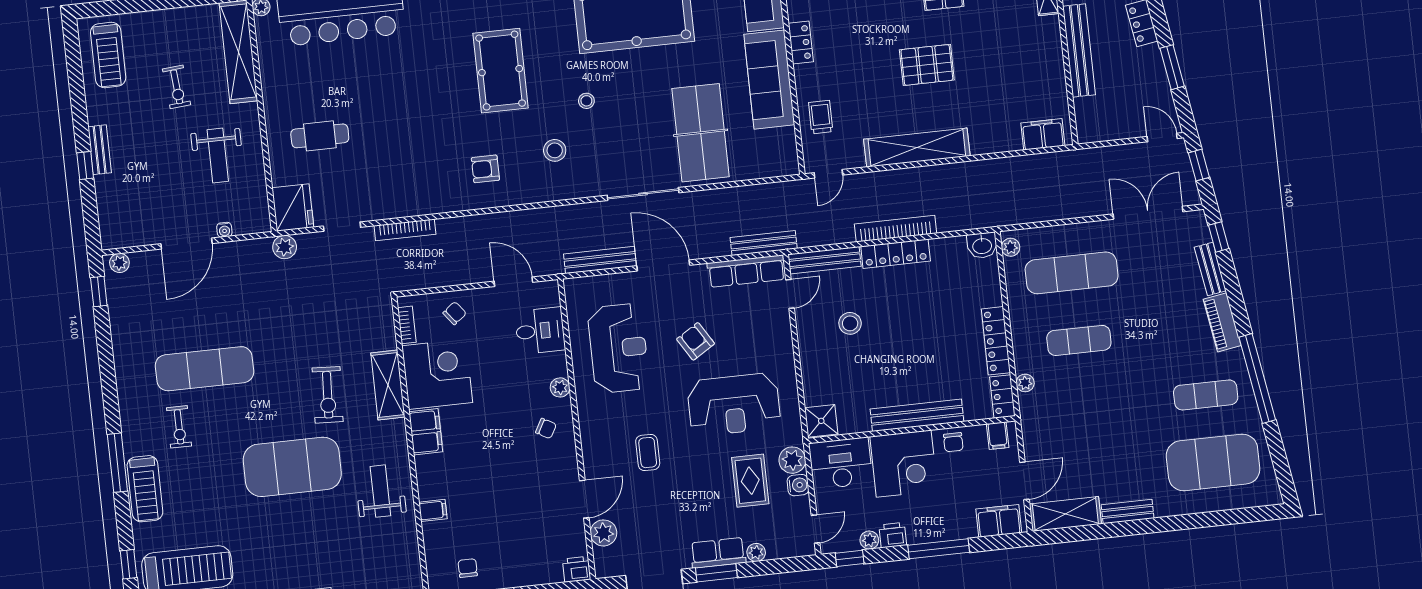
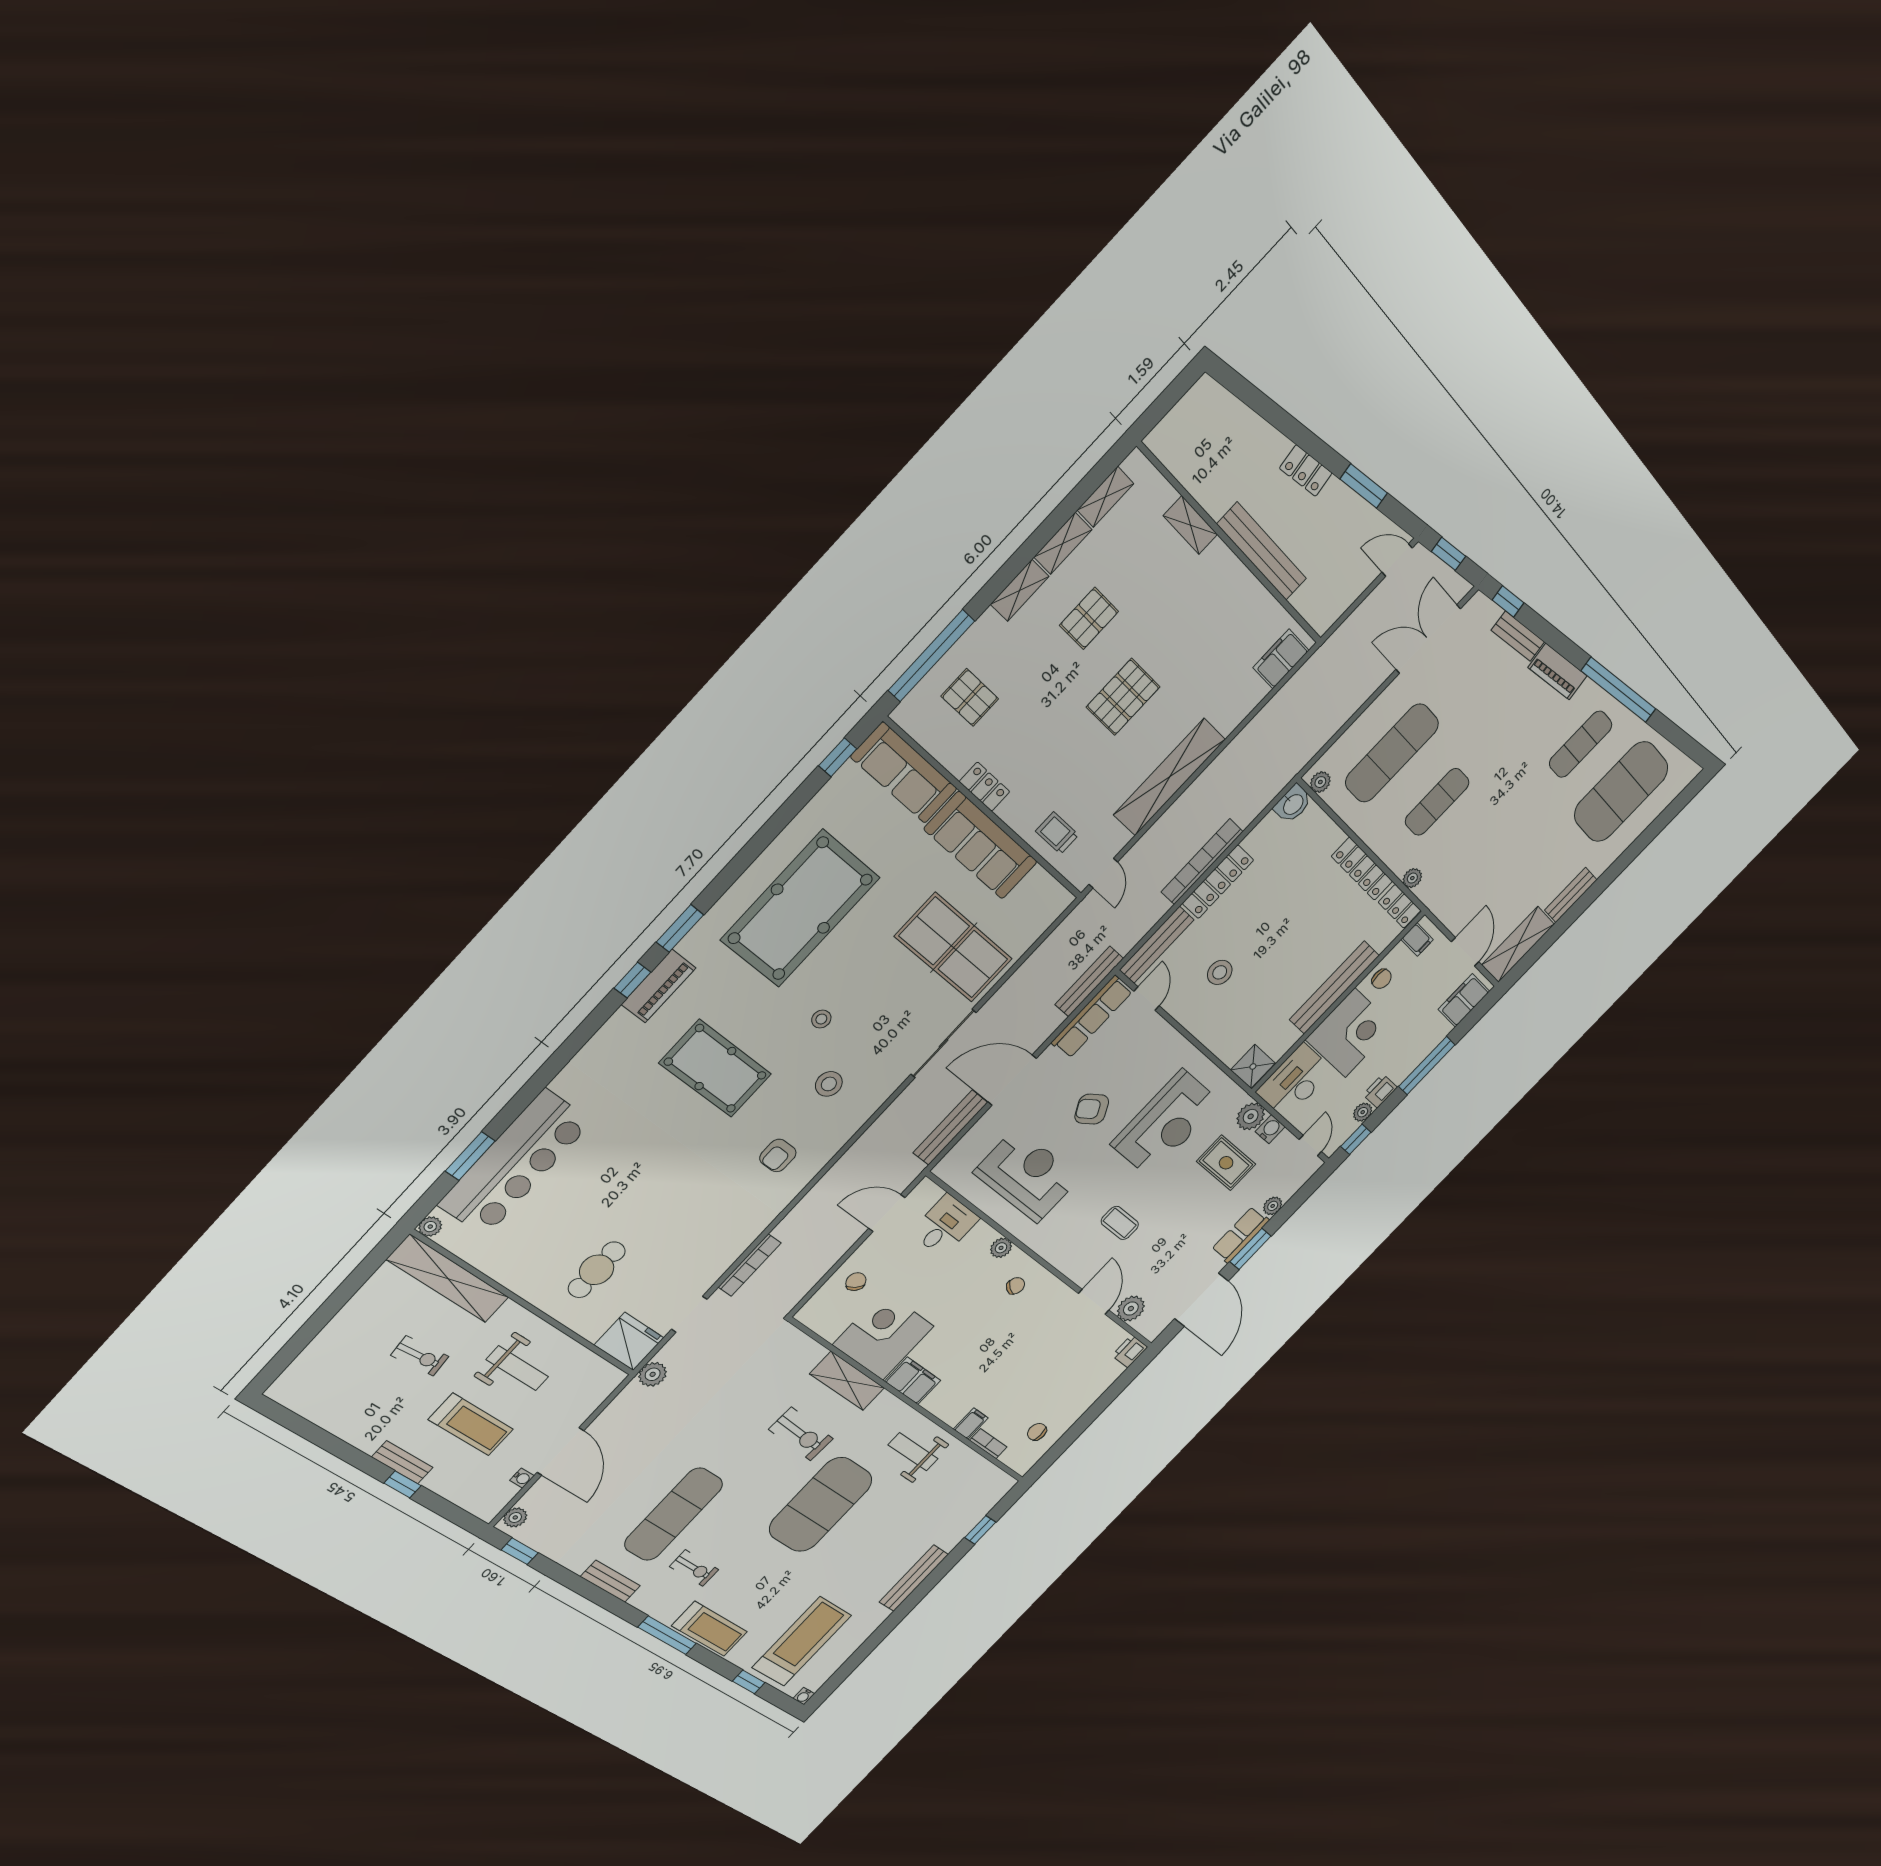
treadmill: (108, 55) -> (471, 1424), moved
water cooler: (224, 230) -> (522, 1478), moved
bookcase: (407, 325) -> (988, 1444), moved
bench: (125, 377) -> (610, 1581), added

